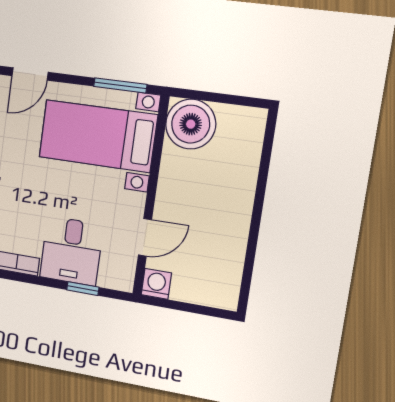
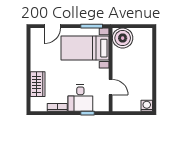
door: (145, 237) -> (111, 87), hinge flipped
washing machine: (156, 284) -> (147, 106), moved

